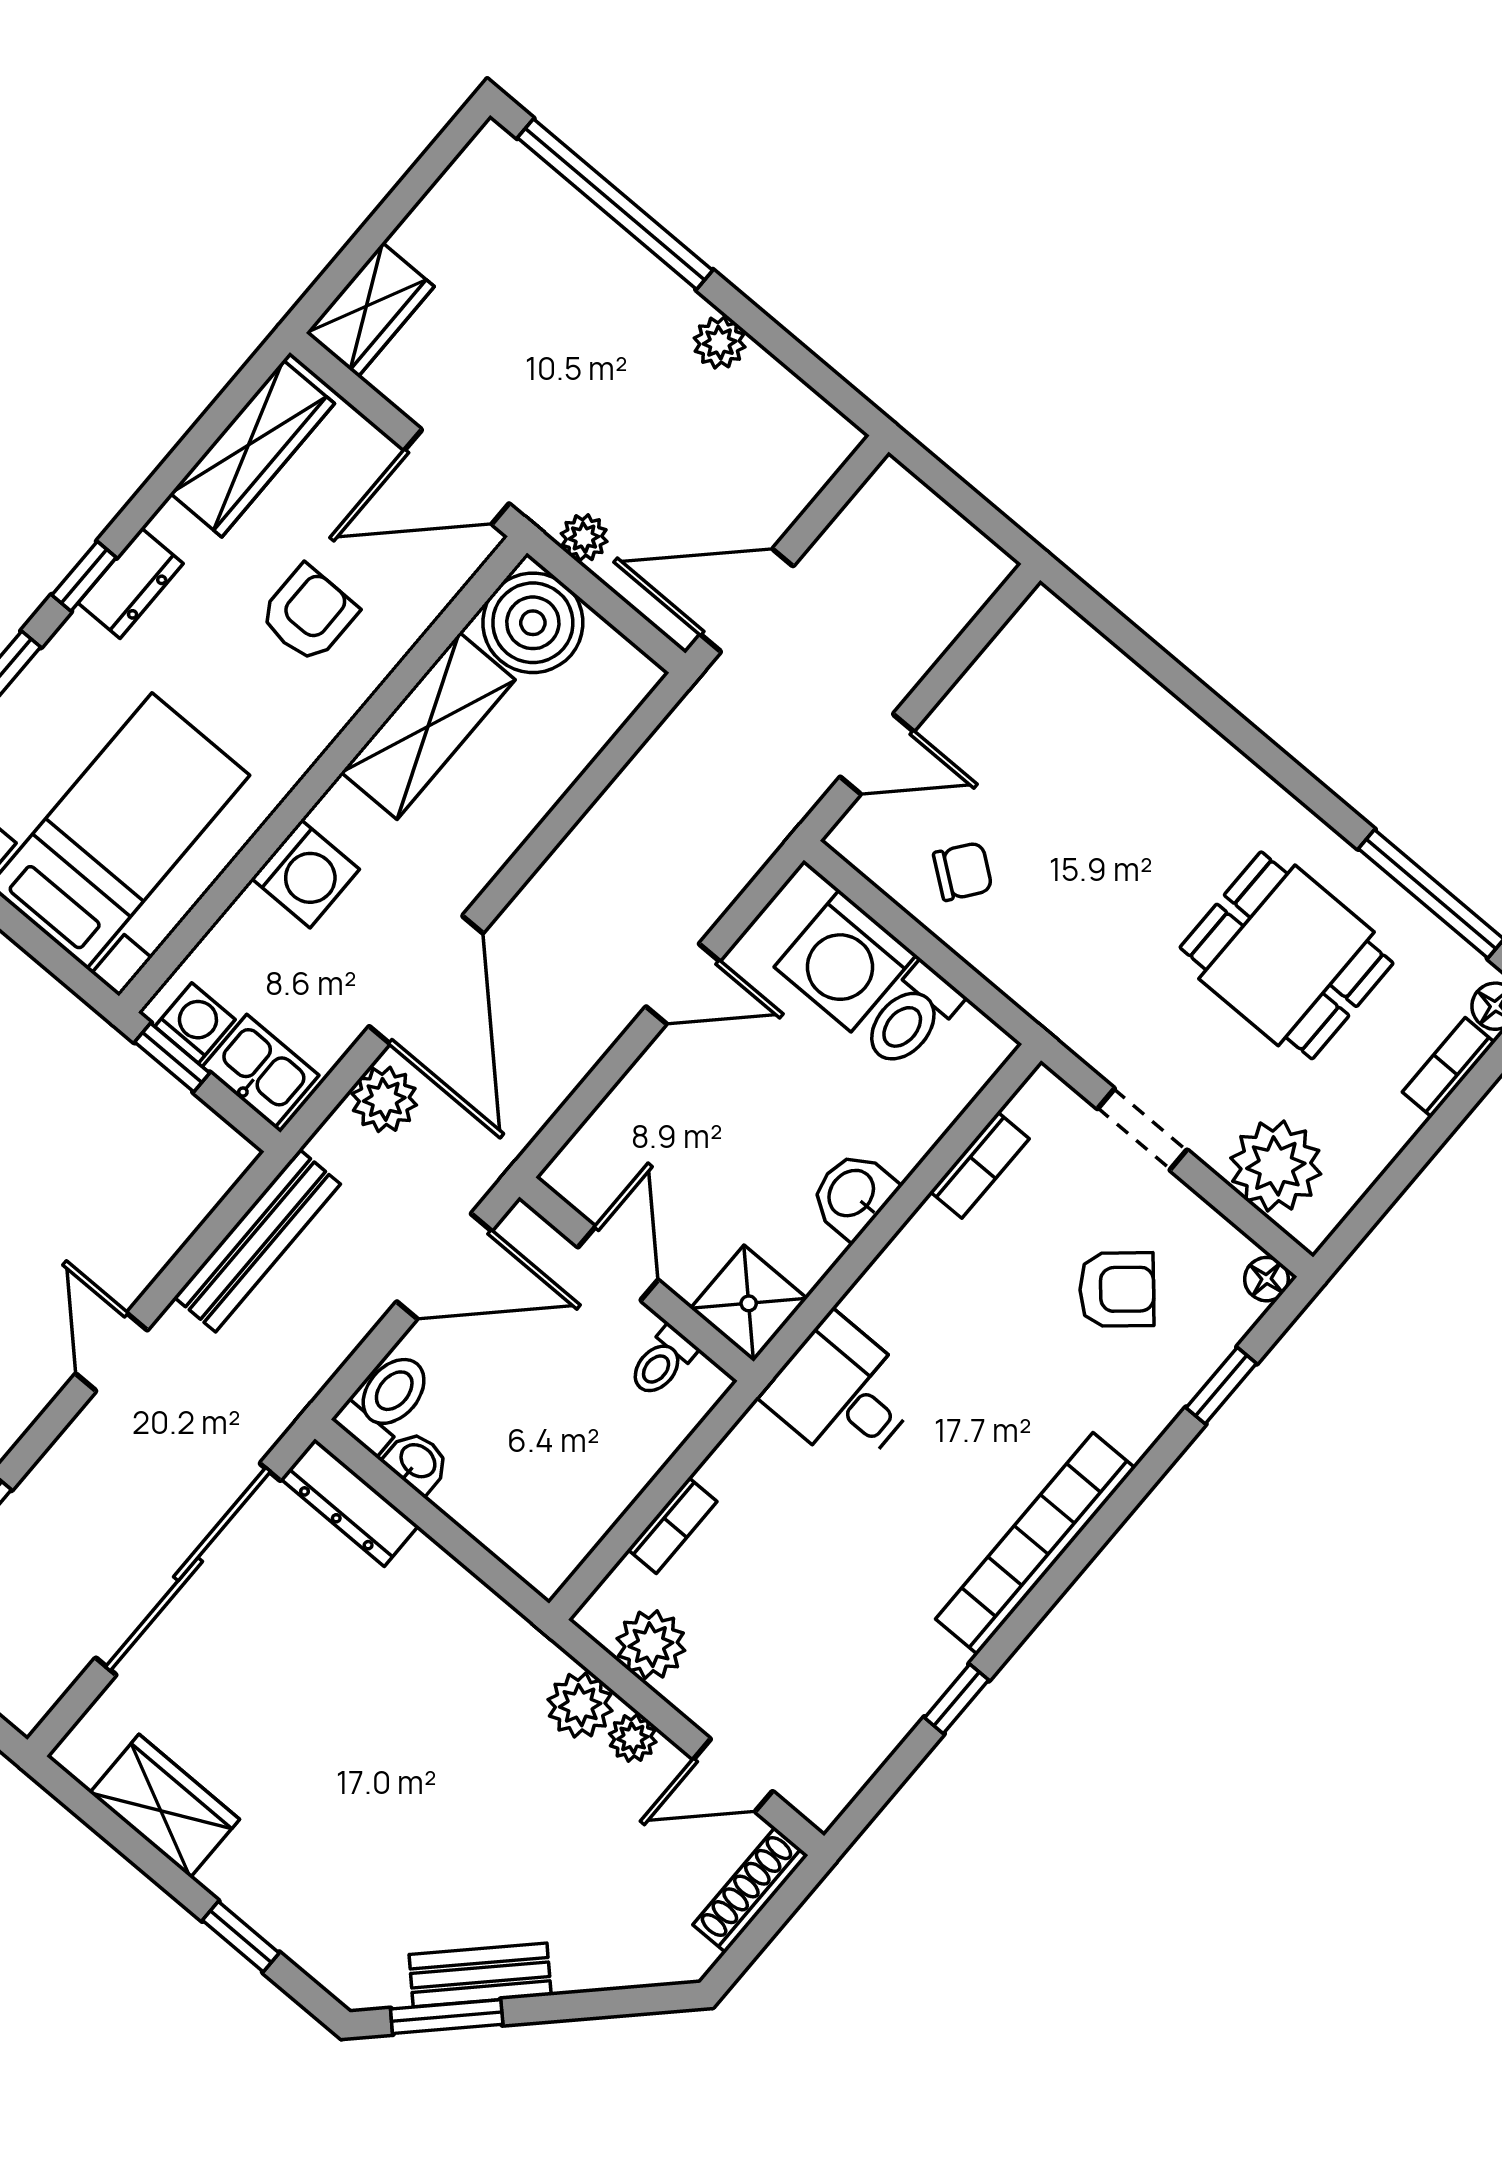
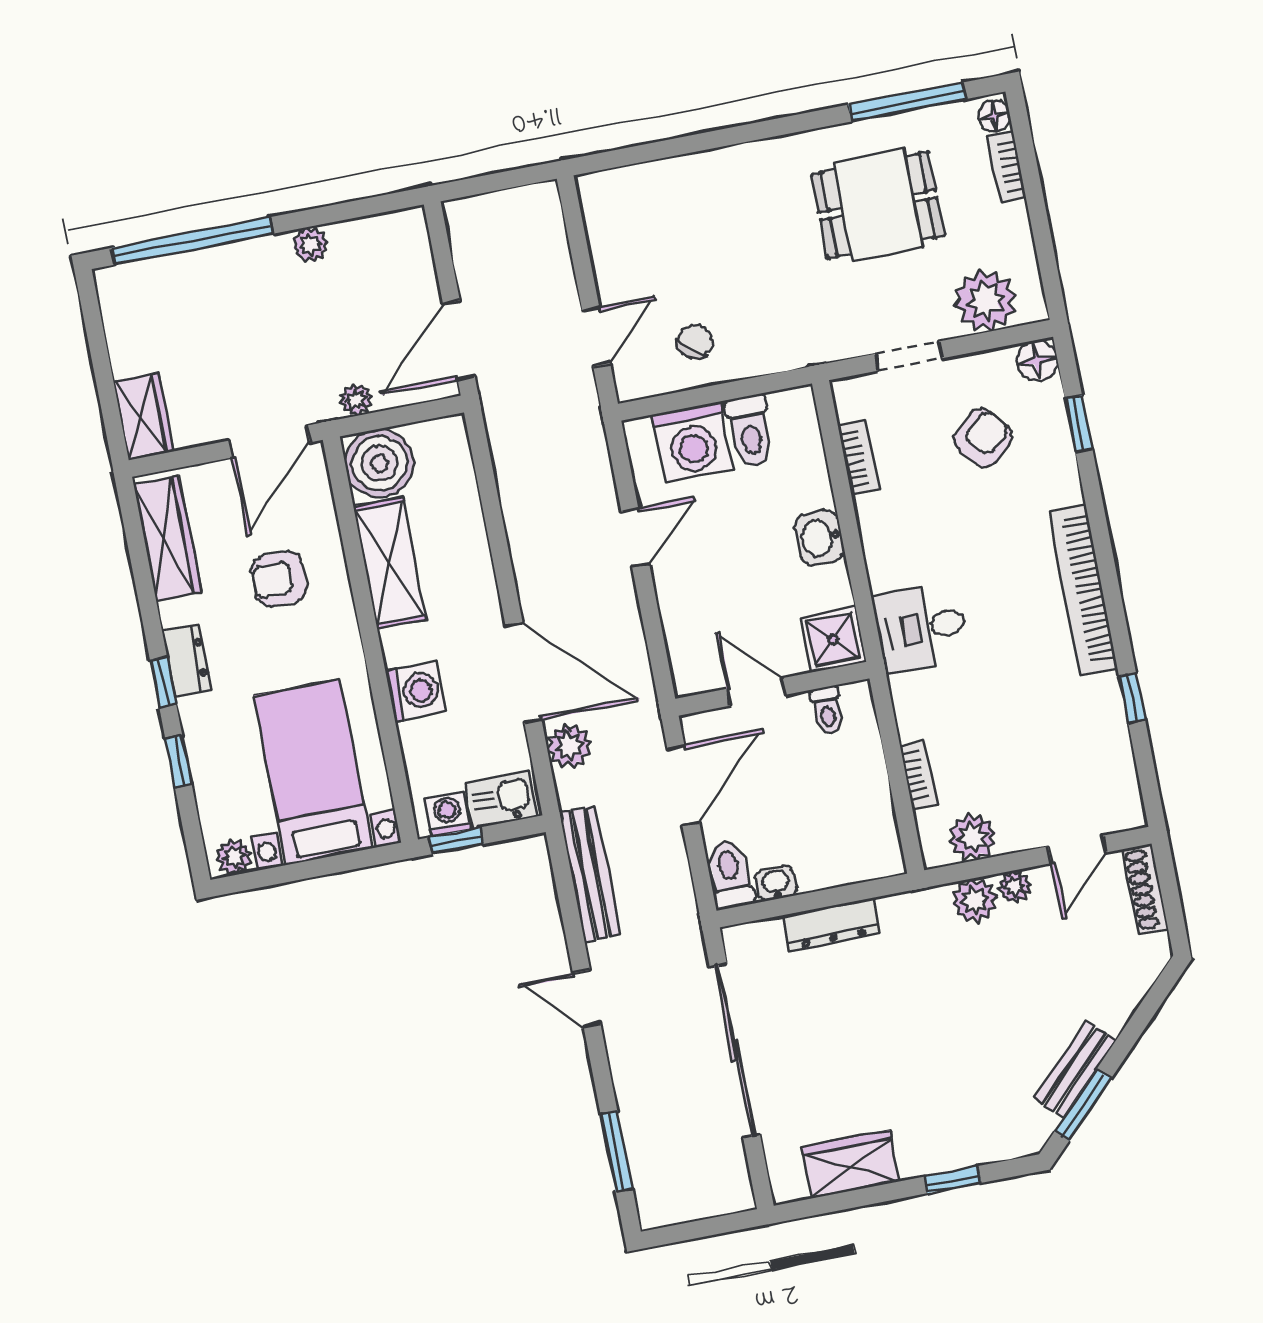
armchair: (308, 614) -> (279, 579), turned -90
floor lamp: (1267, 1279) -> (1037, 360), width x1.37, depth x1.37
dresser: (350, 1502) -> (831, 924), moved

